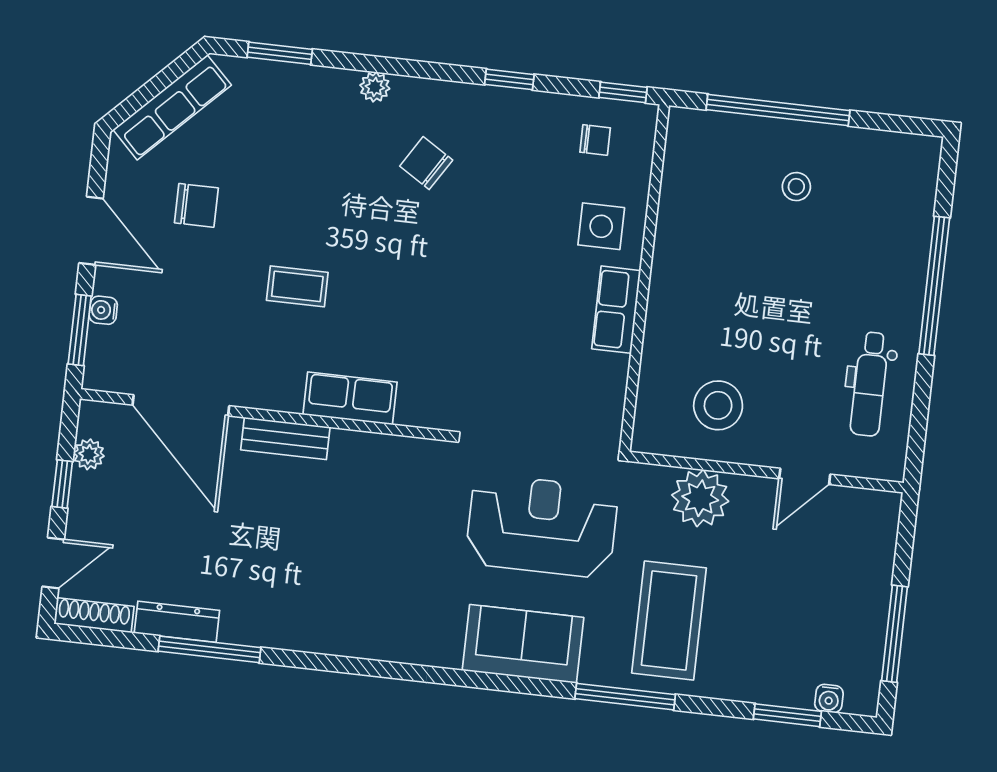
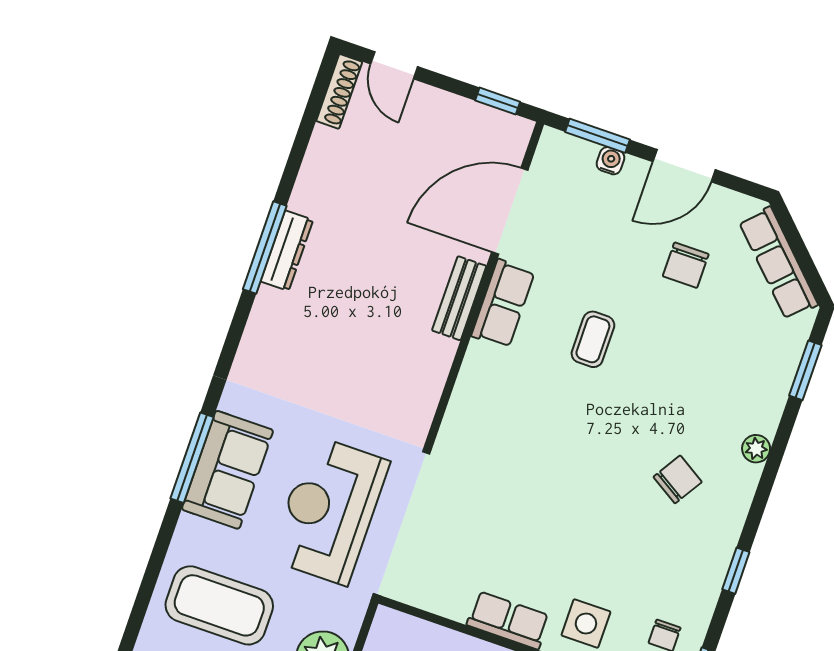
row of seats: (350, 398) -> (503, 304), moved
plant: (89, 454) -> (484, 119), removed
window: (62, 484) -> (498, 101), moved
reception desk: (542, 526) -> (329, 510), turned 180
dresser: (177, 622) -> (287, 251), moved
window: (210, 649) -> (265, 248), moved
window: (625, 697) -> (192, 458), moved

